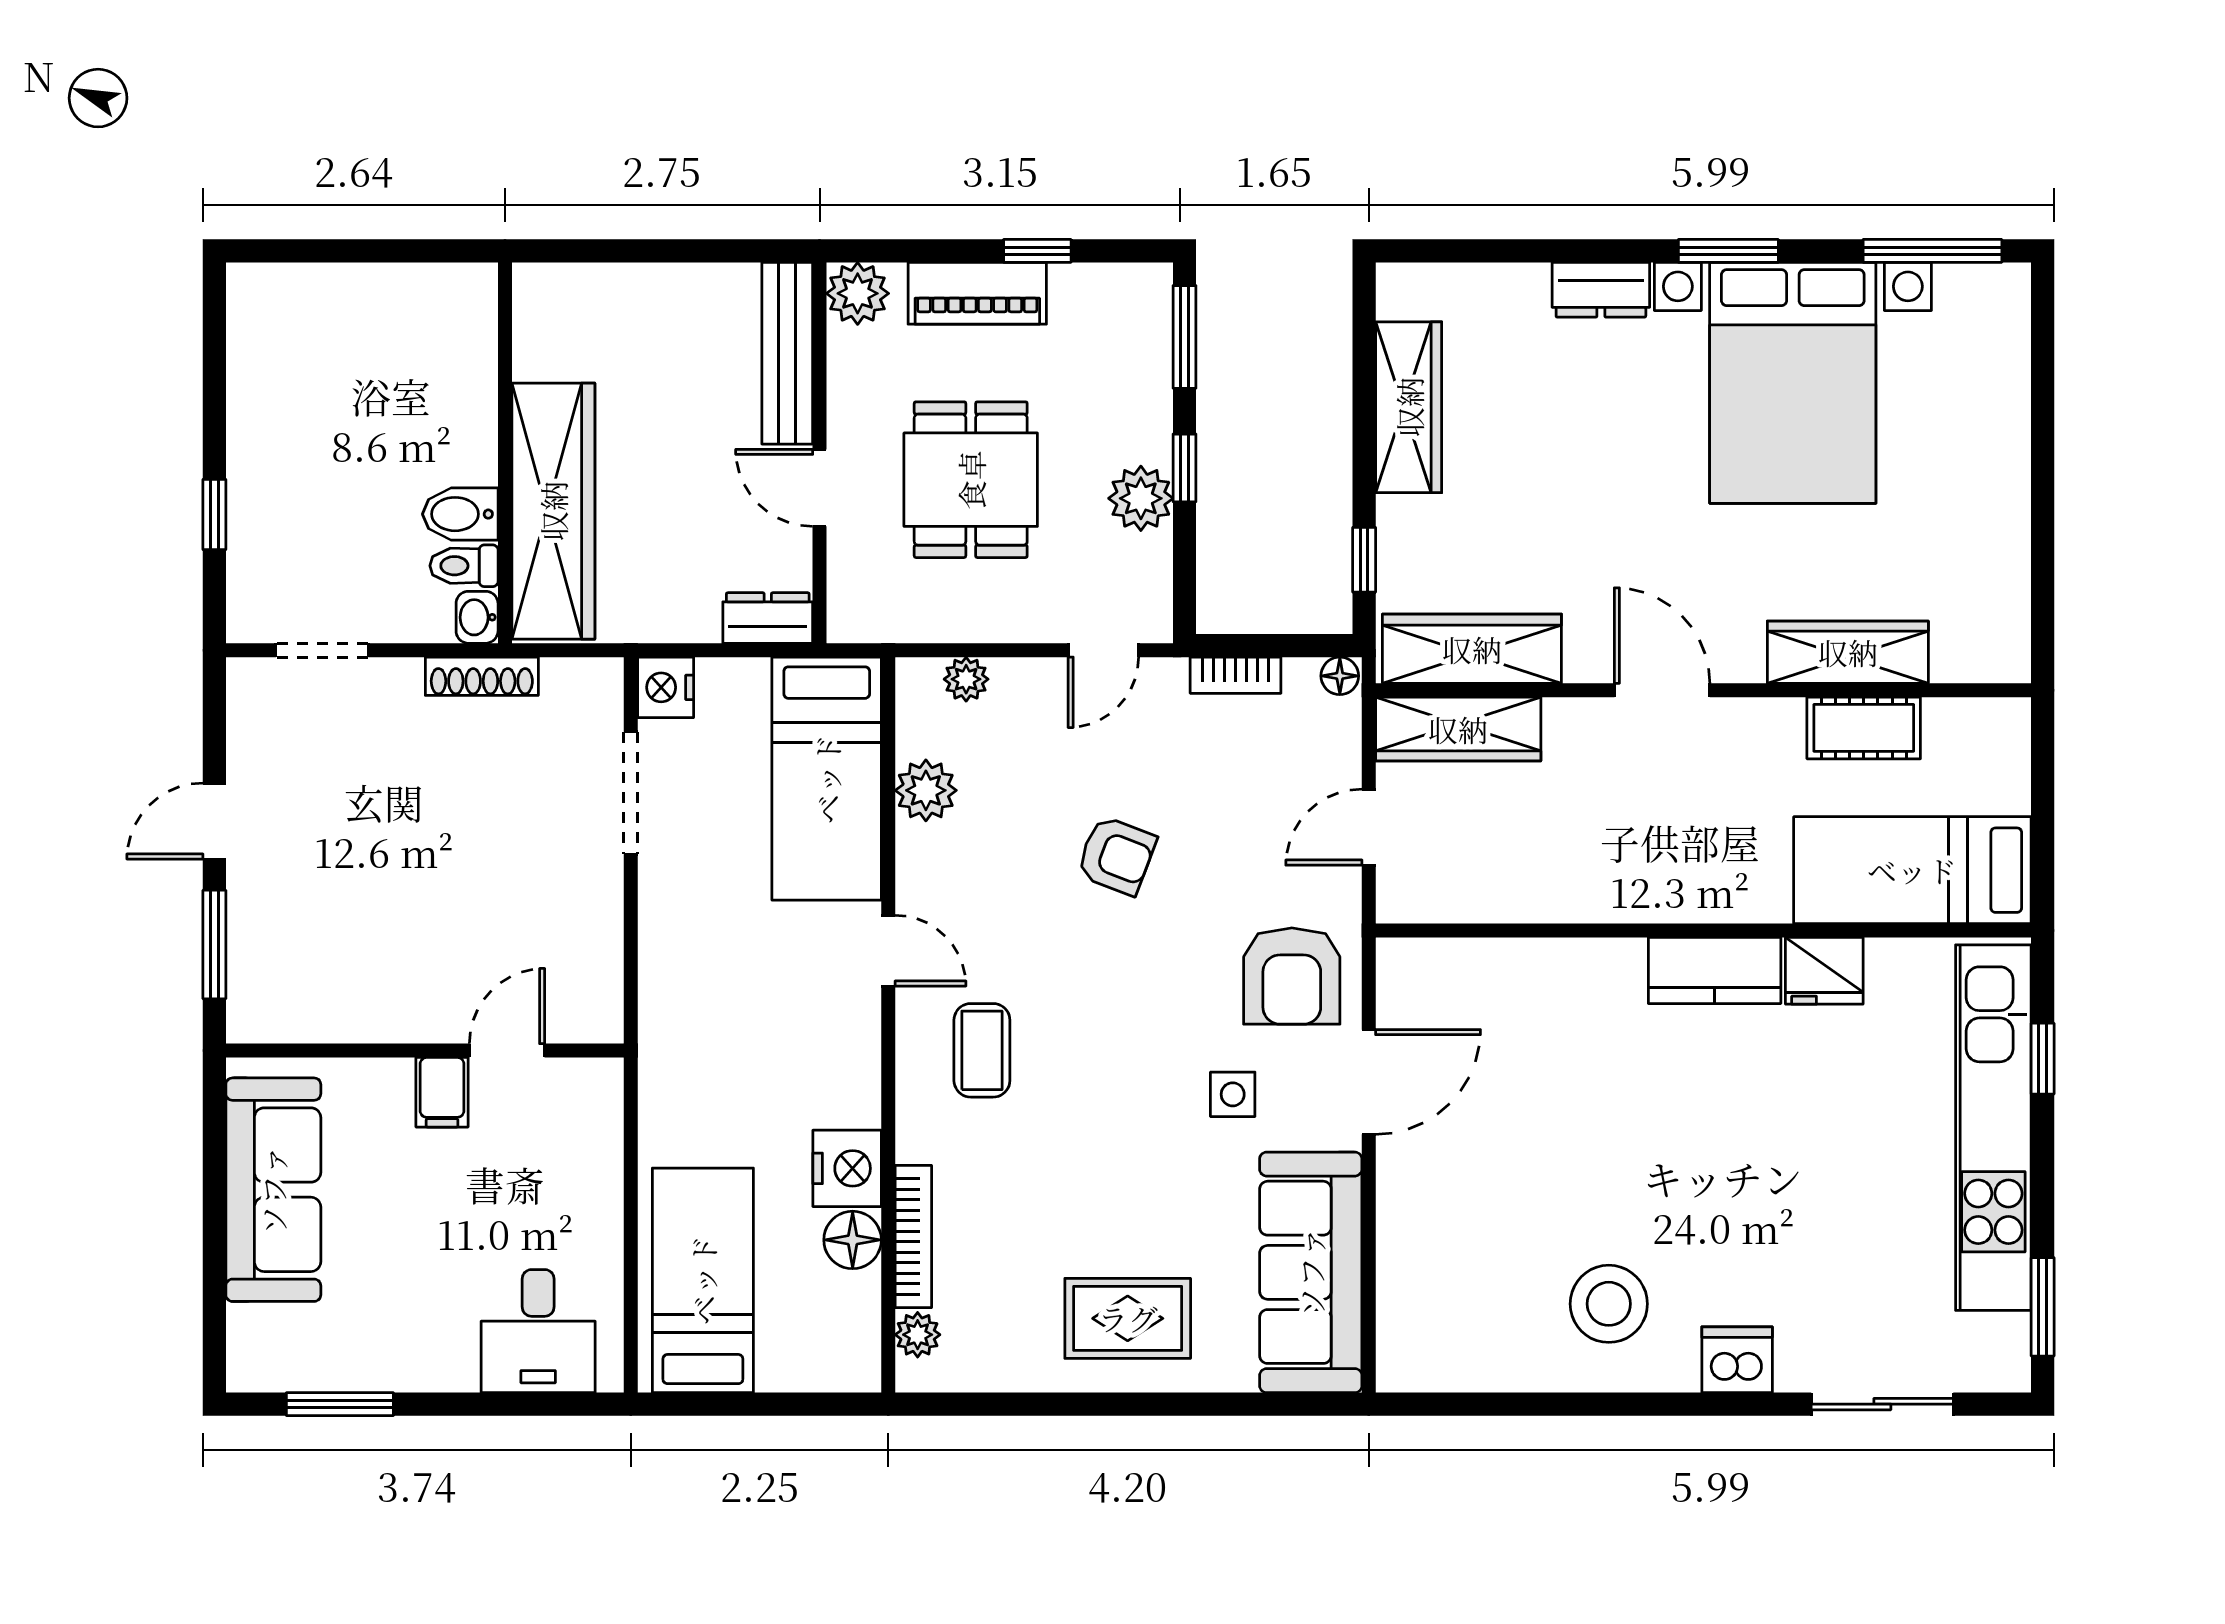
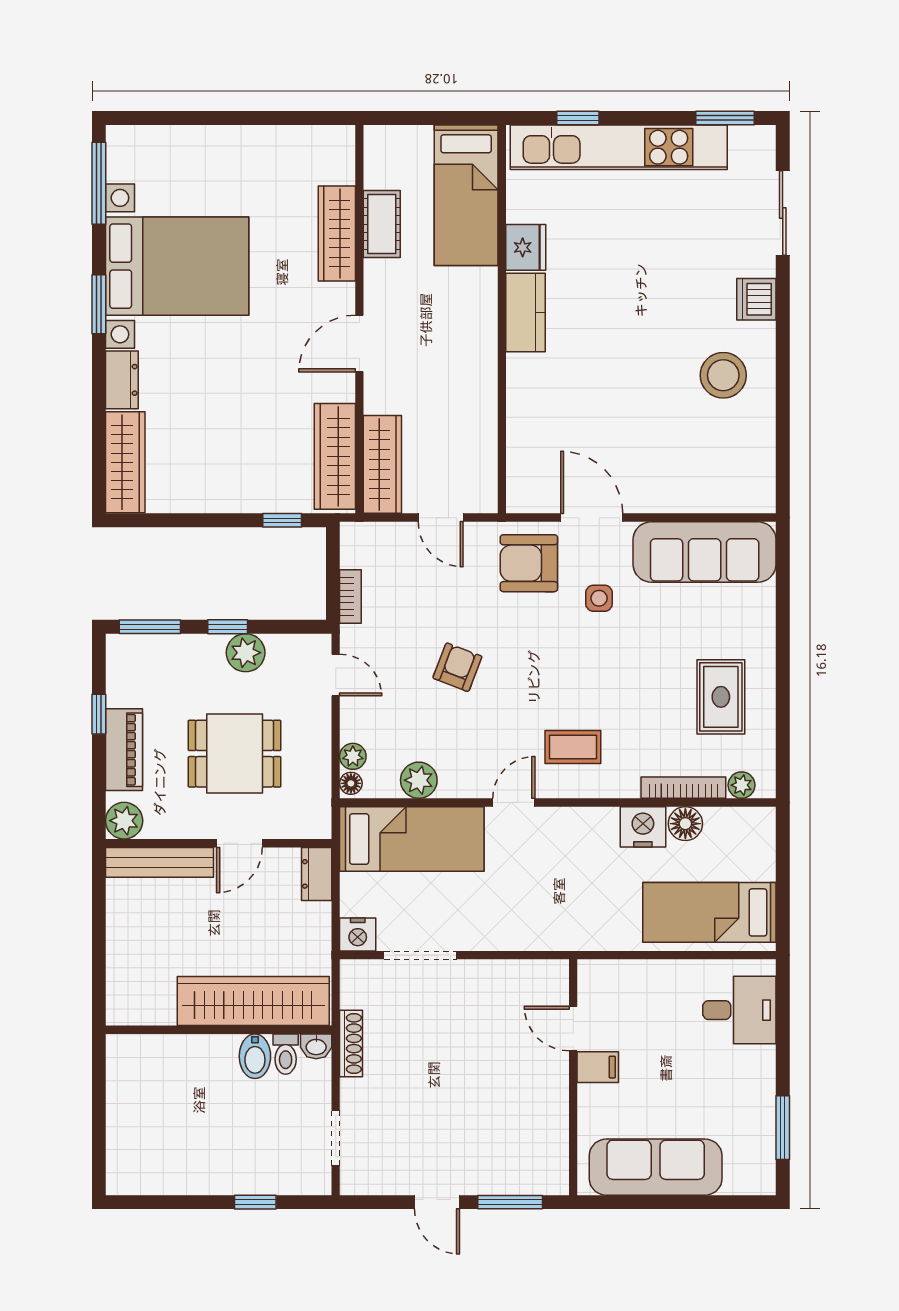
wardrobe: (1409, 407) -> (125, 462), moved, turned 90
floor lamp: (1340, 676) -> (351, 783), moved
armchair: (1292, 976) -> (529, 563), turned 180
rug: (1128, 1318) -> (721, 697), moved

